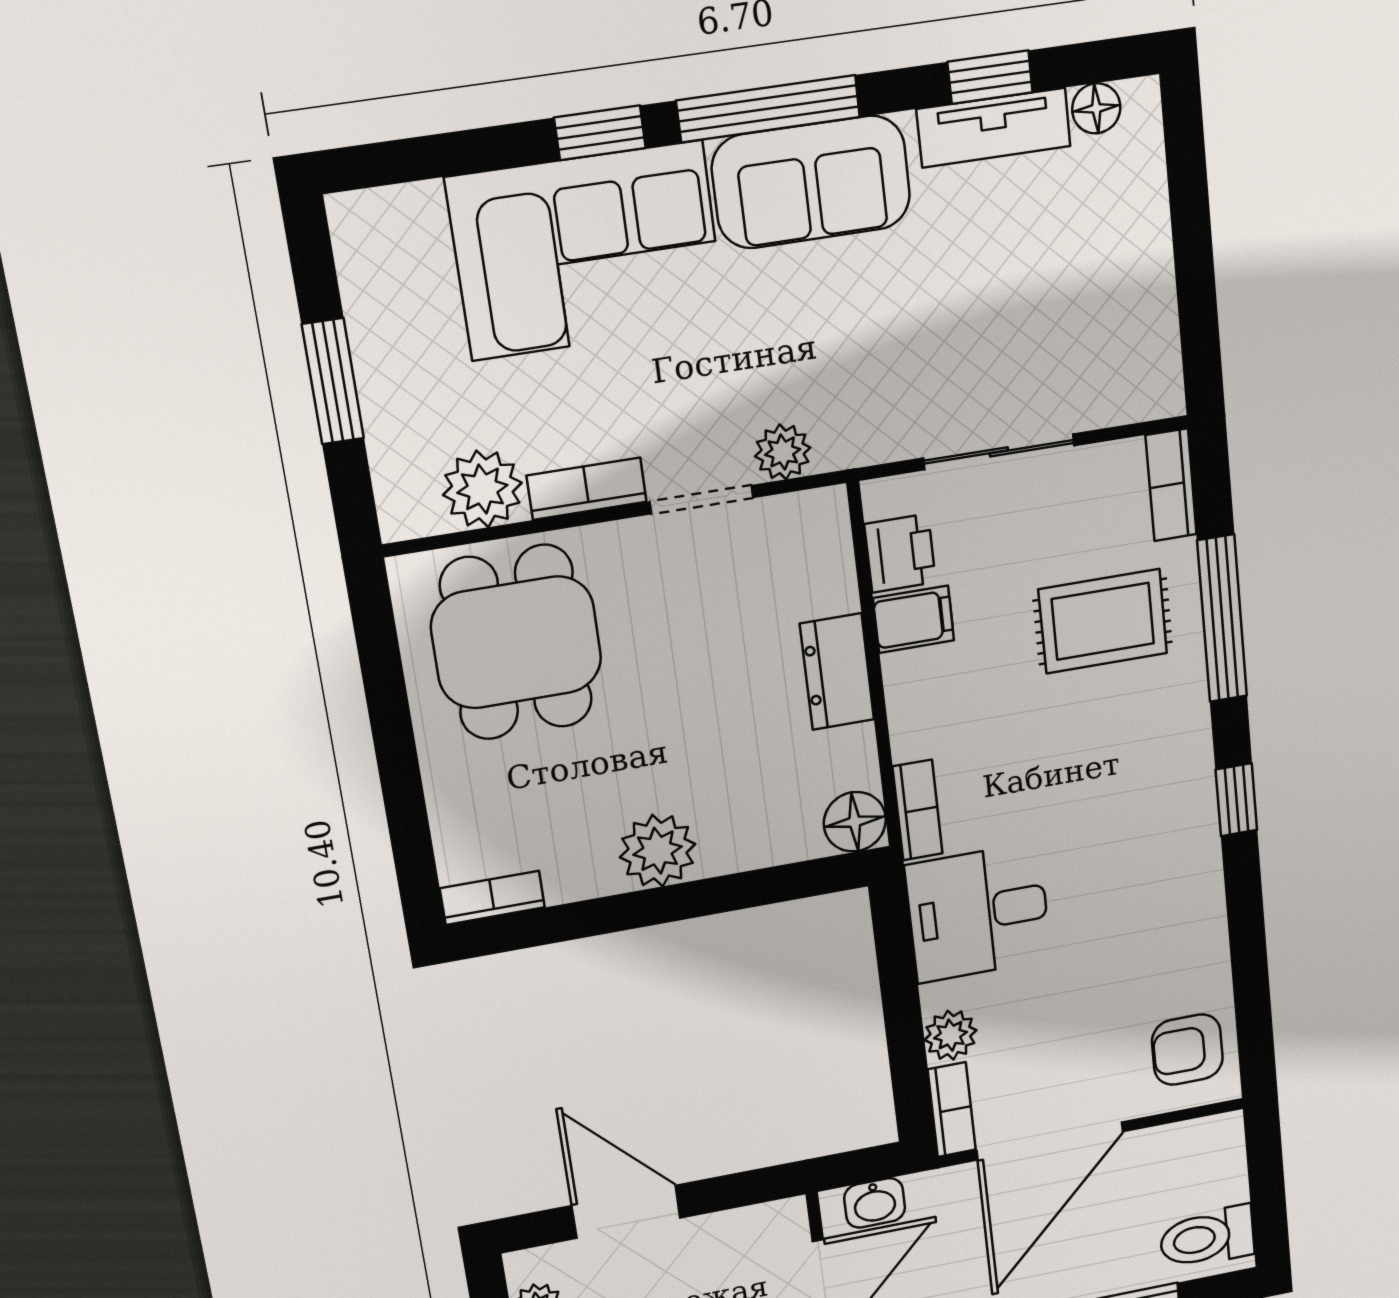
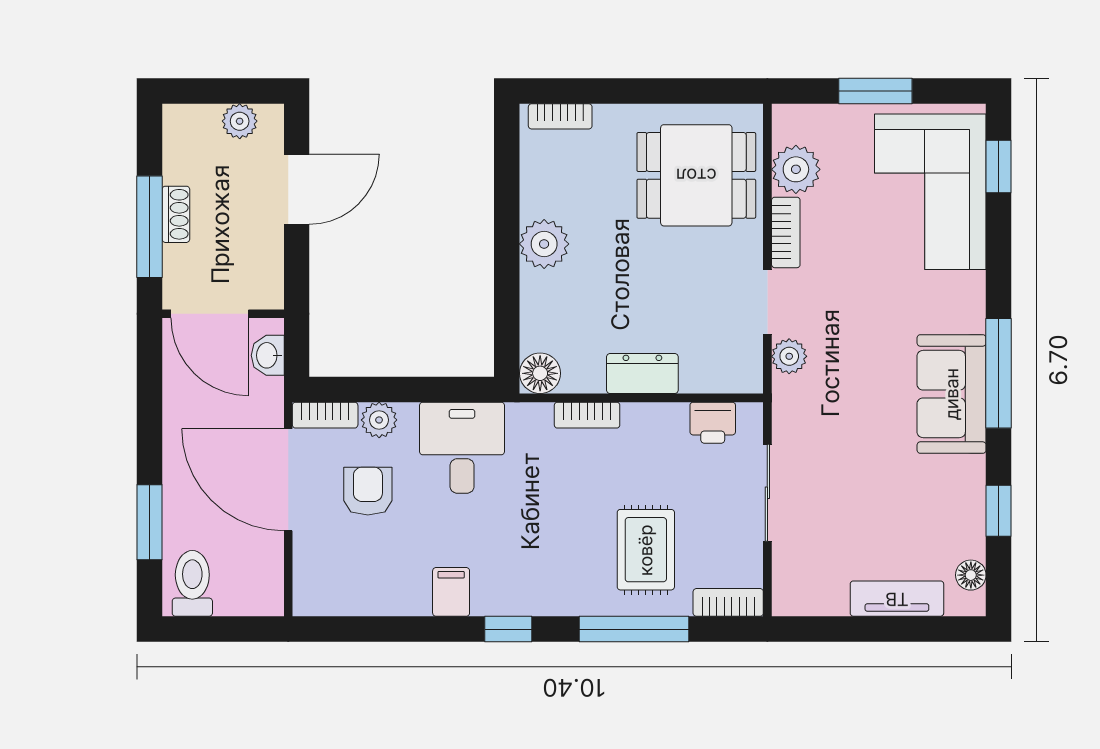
tv unit: (994, 128) -> (897, 599), moved, turned 90
window: (600, 133) -> (999, 166), moved
corner sofa: (587, 251) -> (930, 192), moved
filing cabinet: (914, 619) -> (451, 592), moved, turned 180
bookcase: (918, 810) -> (587, 415), moved
bookcase: (492, 898) -> (560, 116), moved, turned 90
armchair: (1187, 1050) -> (368, 491), moved

